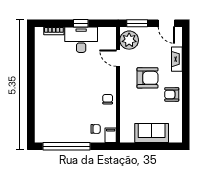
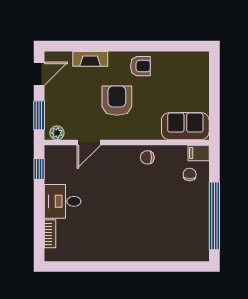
window: (81, 23) -> (39, 169), moved
desk: (81, 40) -> (63, 201), width x0.73
plant: (129, 40) -> (57, 133), width x0.53, depth x0.53
armchair: (172, 94) -> (140, 66), turned -90
sofa: (152, 133) -> (185, 126), moved, turned 90

